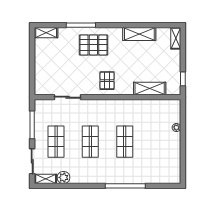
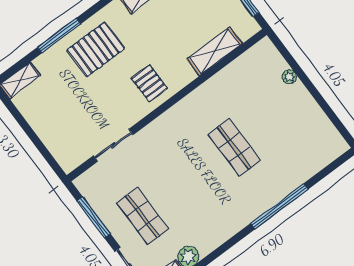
shop shelf: (90, 142) -> (188, 182), removed

